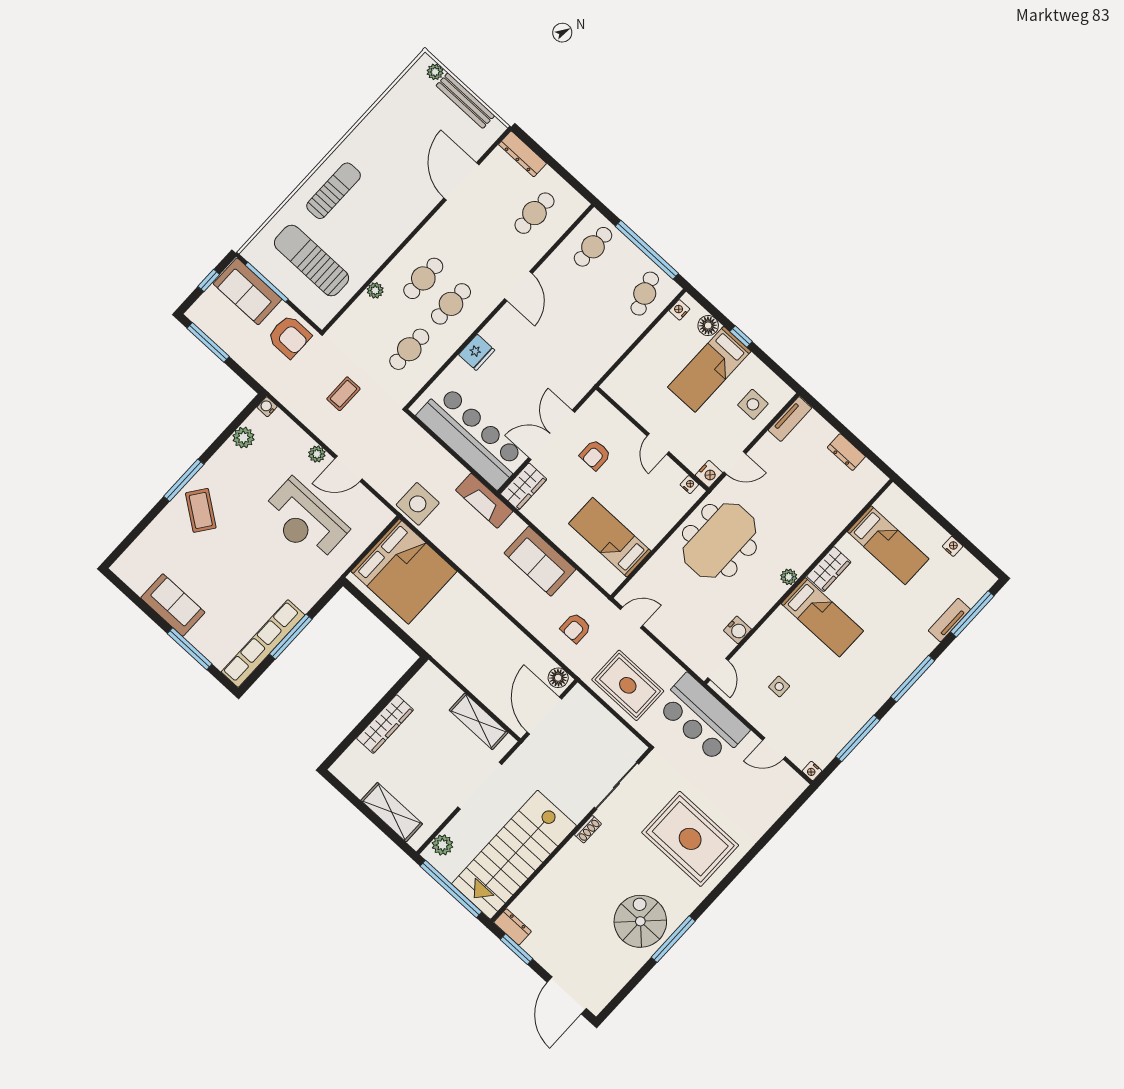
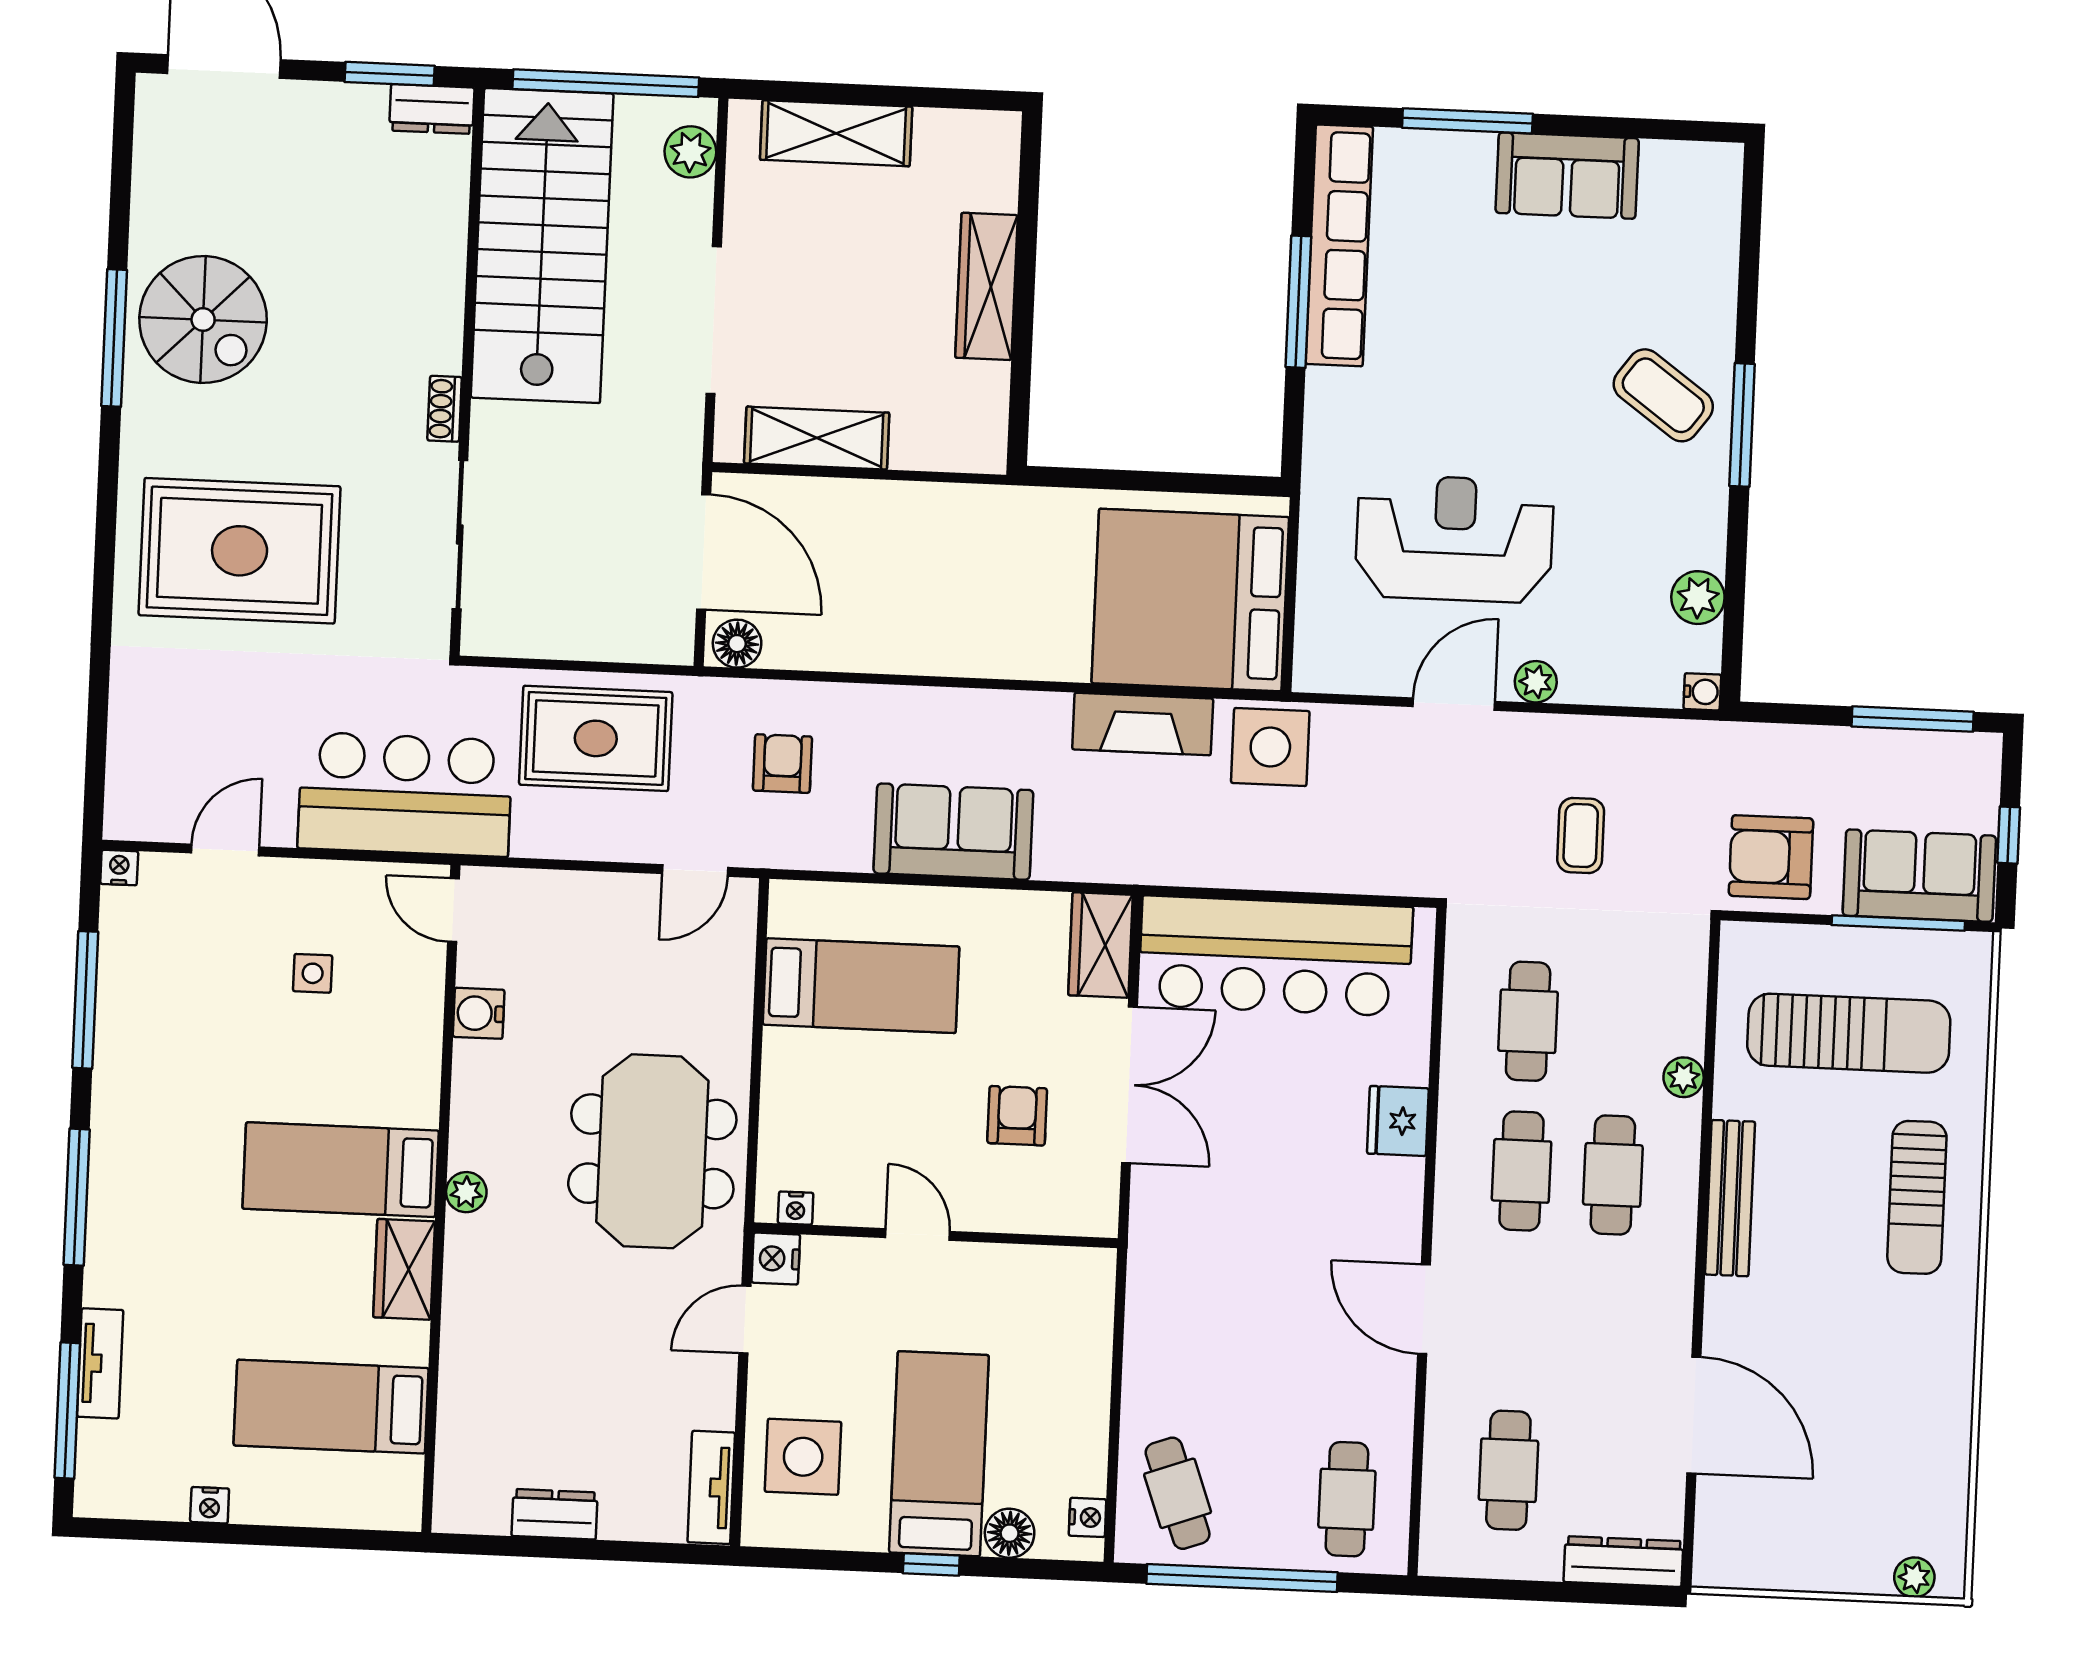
bench: (465, 101) -> (1730, 1198), moved, turned 90
side table: (753, 404) -> (803, 1457), width x1.37, depth x1.37
fireplace: (484, 501) -> (1143, 724), moved, turned 180

